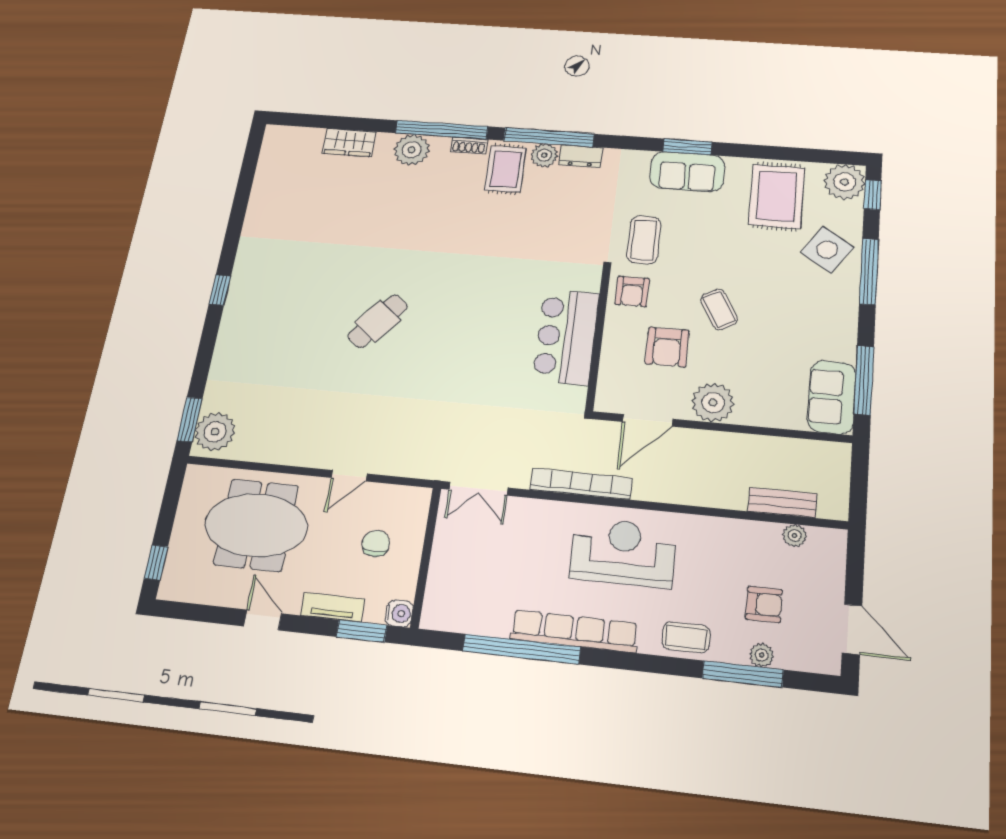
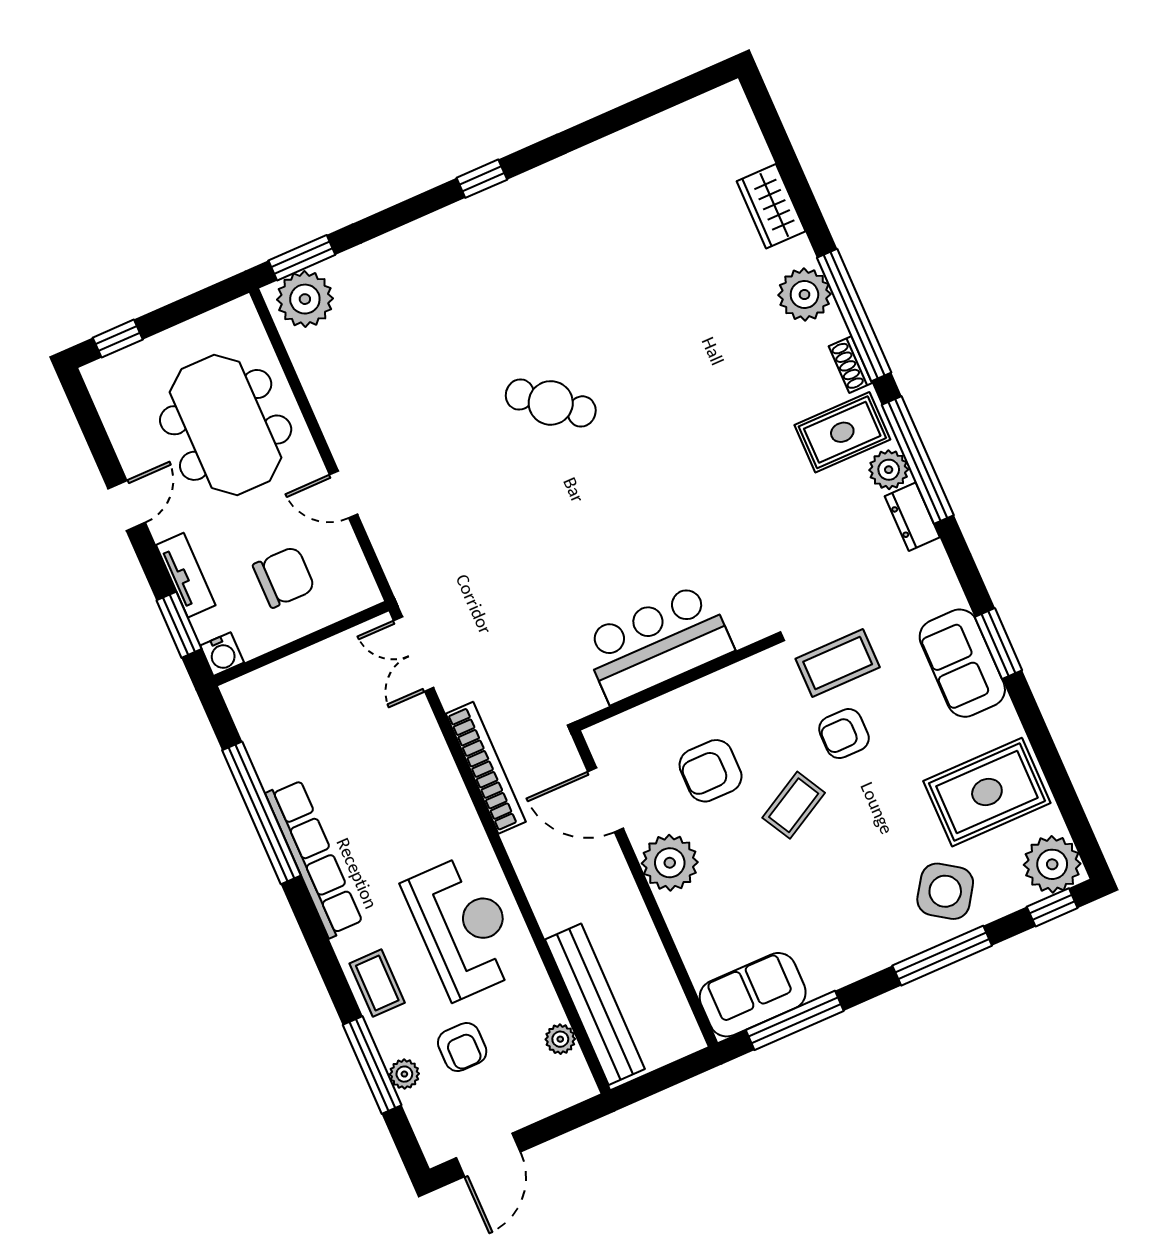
armchair: (632, 291) -> (844, 734), moved
bench: (782, 503) -> (595, 1004), width x1.86, depth x1.21
chair: (376, 543) -> (284, 577), width x1.37, depth x1.37
reception desk: (623, 552) -> (463, 927), moved

